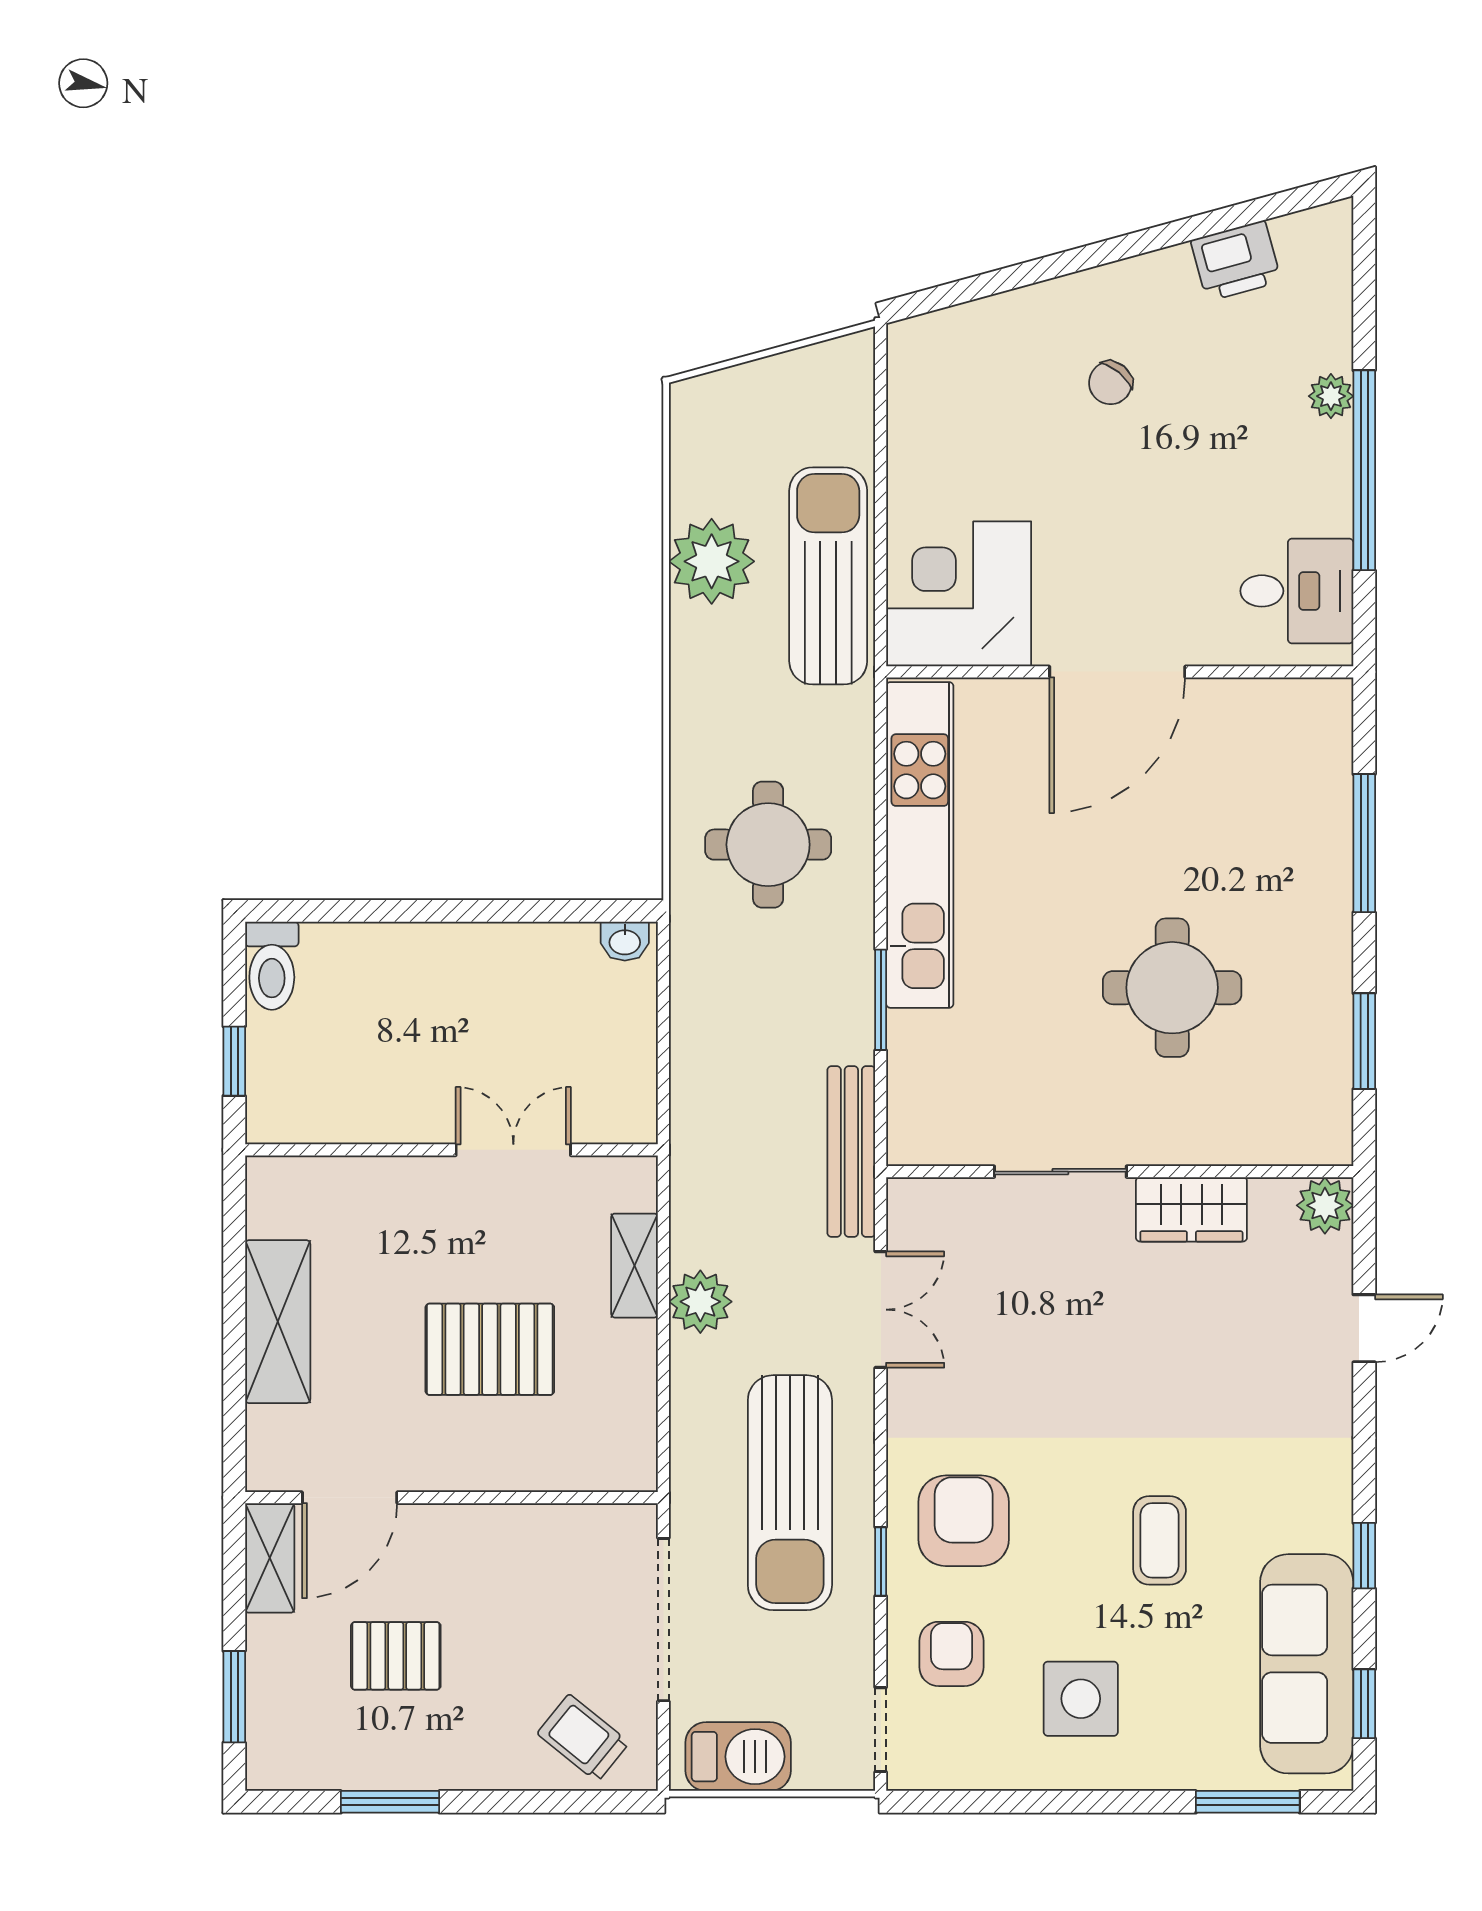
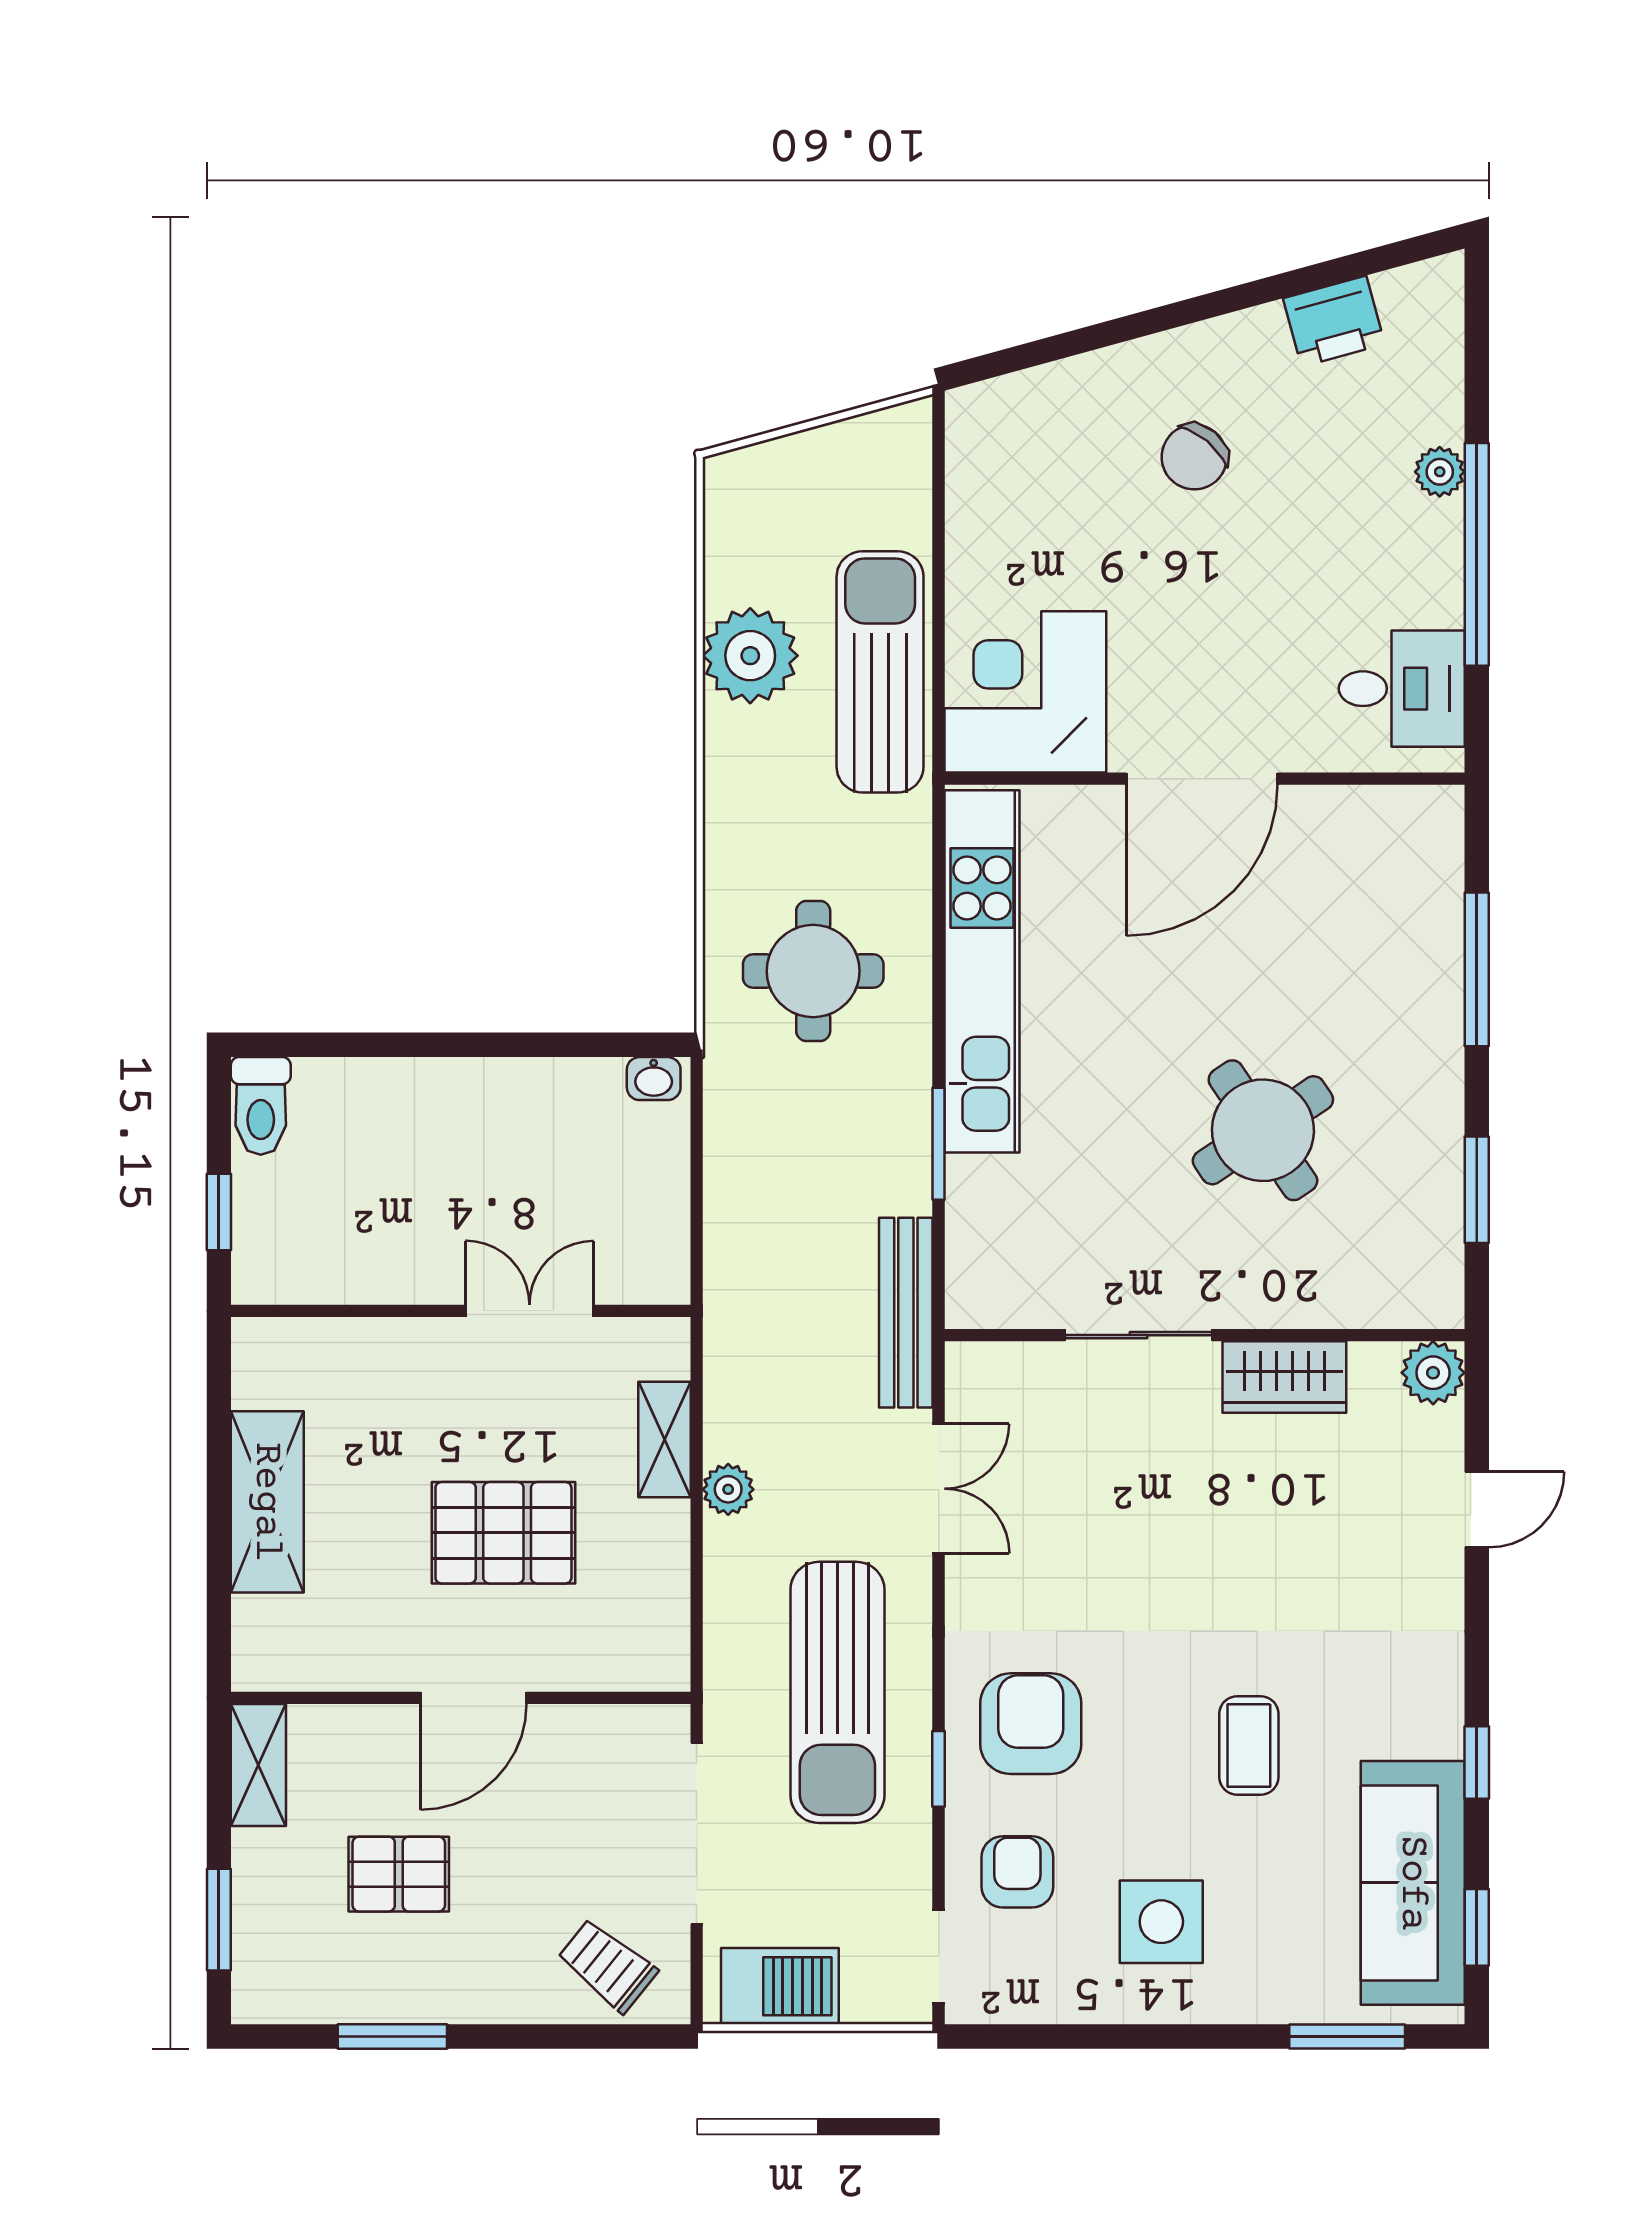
chair: (1110, 383) -> (1194, 457), width x1.37, depth x1.37
round table: (1172, 988) -> (1263, 1130), turned -34
plant: (700, 1302) -> (728, 1489), width x0.73, depth x0.73
door: (350, 1498) -> (473, 1698), moved

